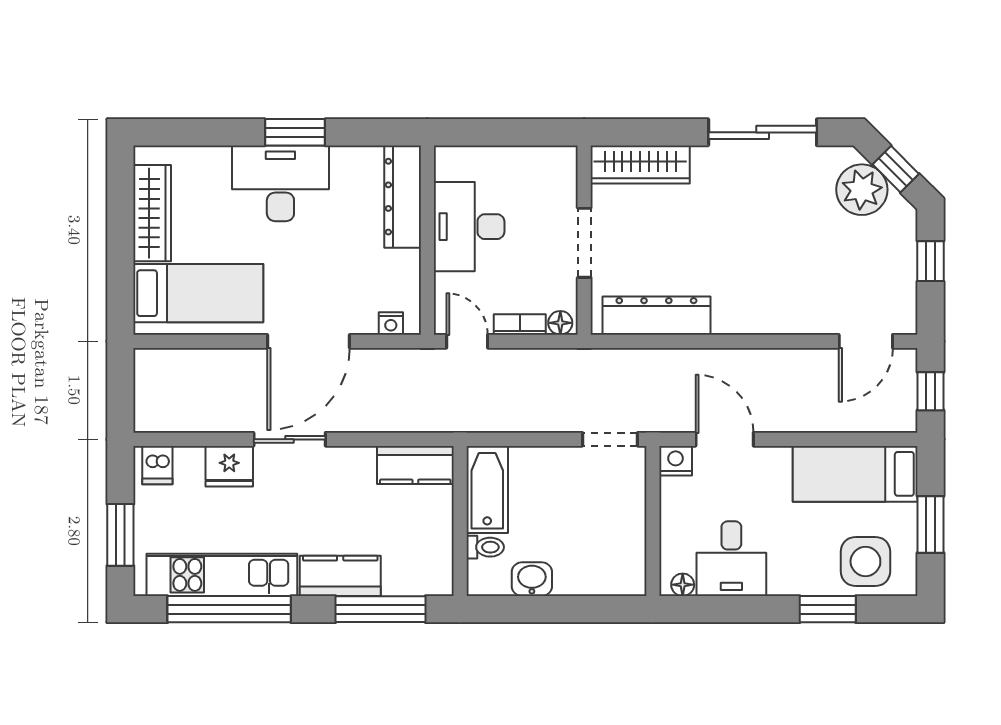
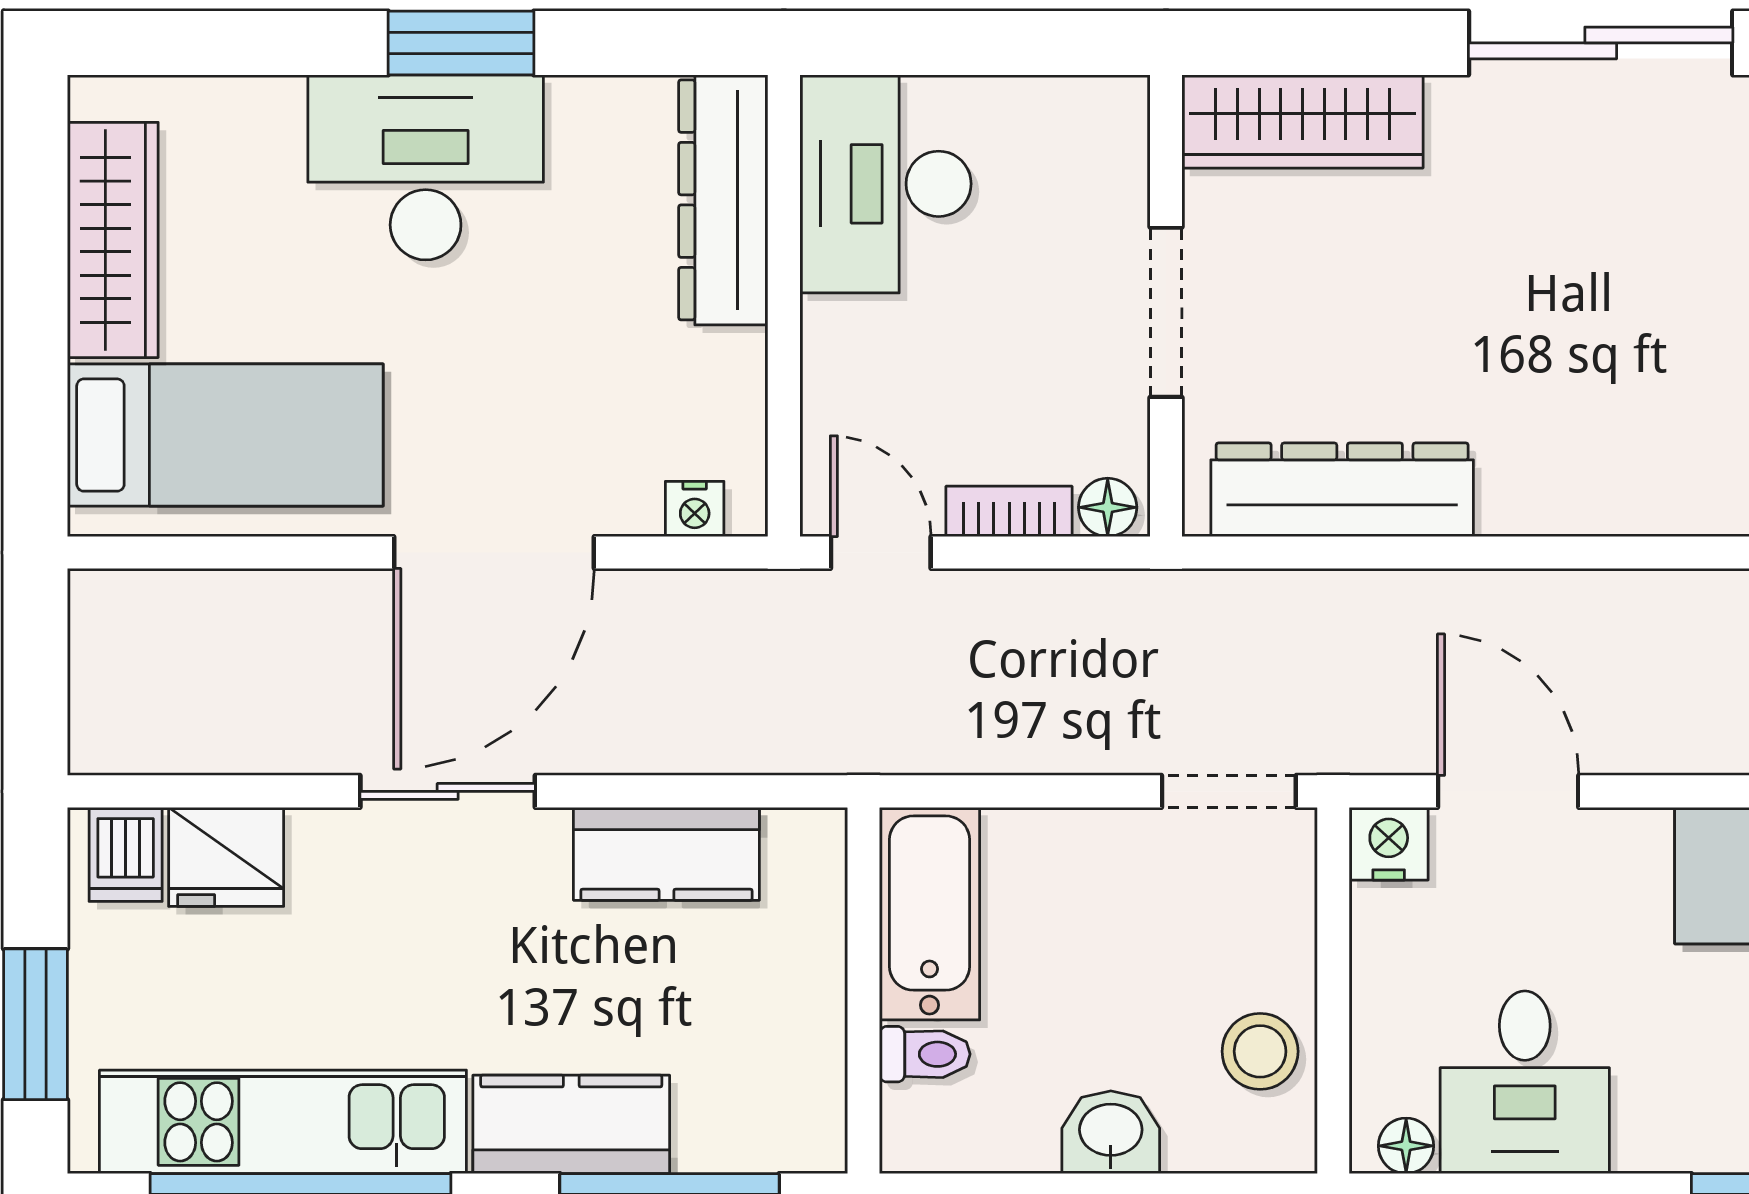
desk: (469, 227) -> (885, 184), moved
kitchen counter: (415, 465) -> (666, 854), moved
fridge: (229, 466) -> (226, 857), moved
stool: (623, 546) -> (1260, 1051), added
washbasin: (532, 579) -> (1111, 1132), moved

